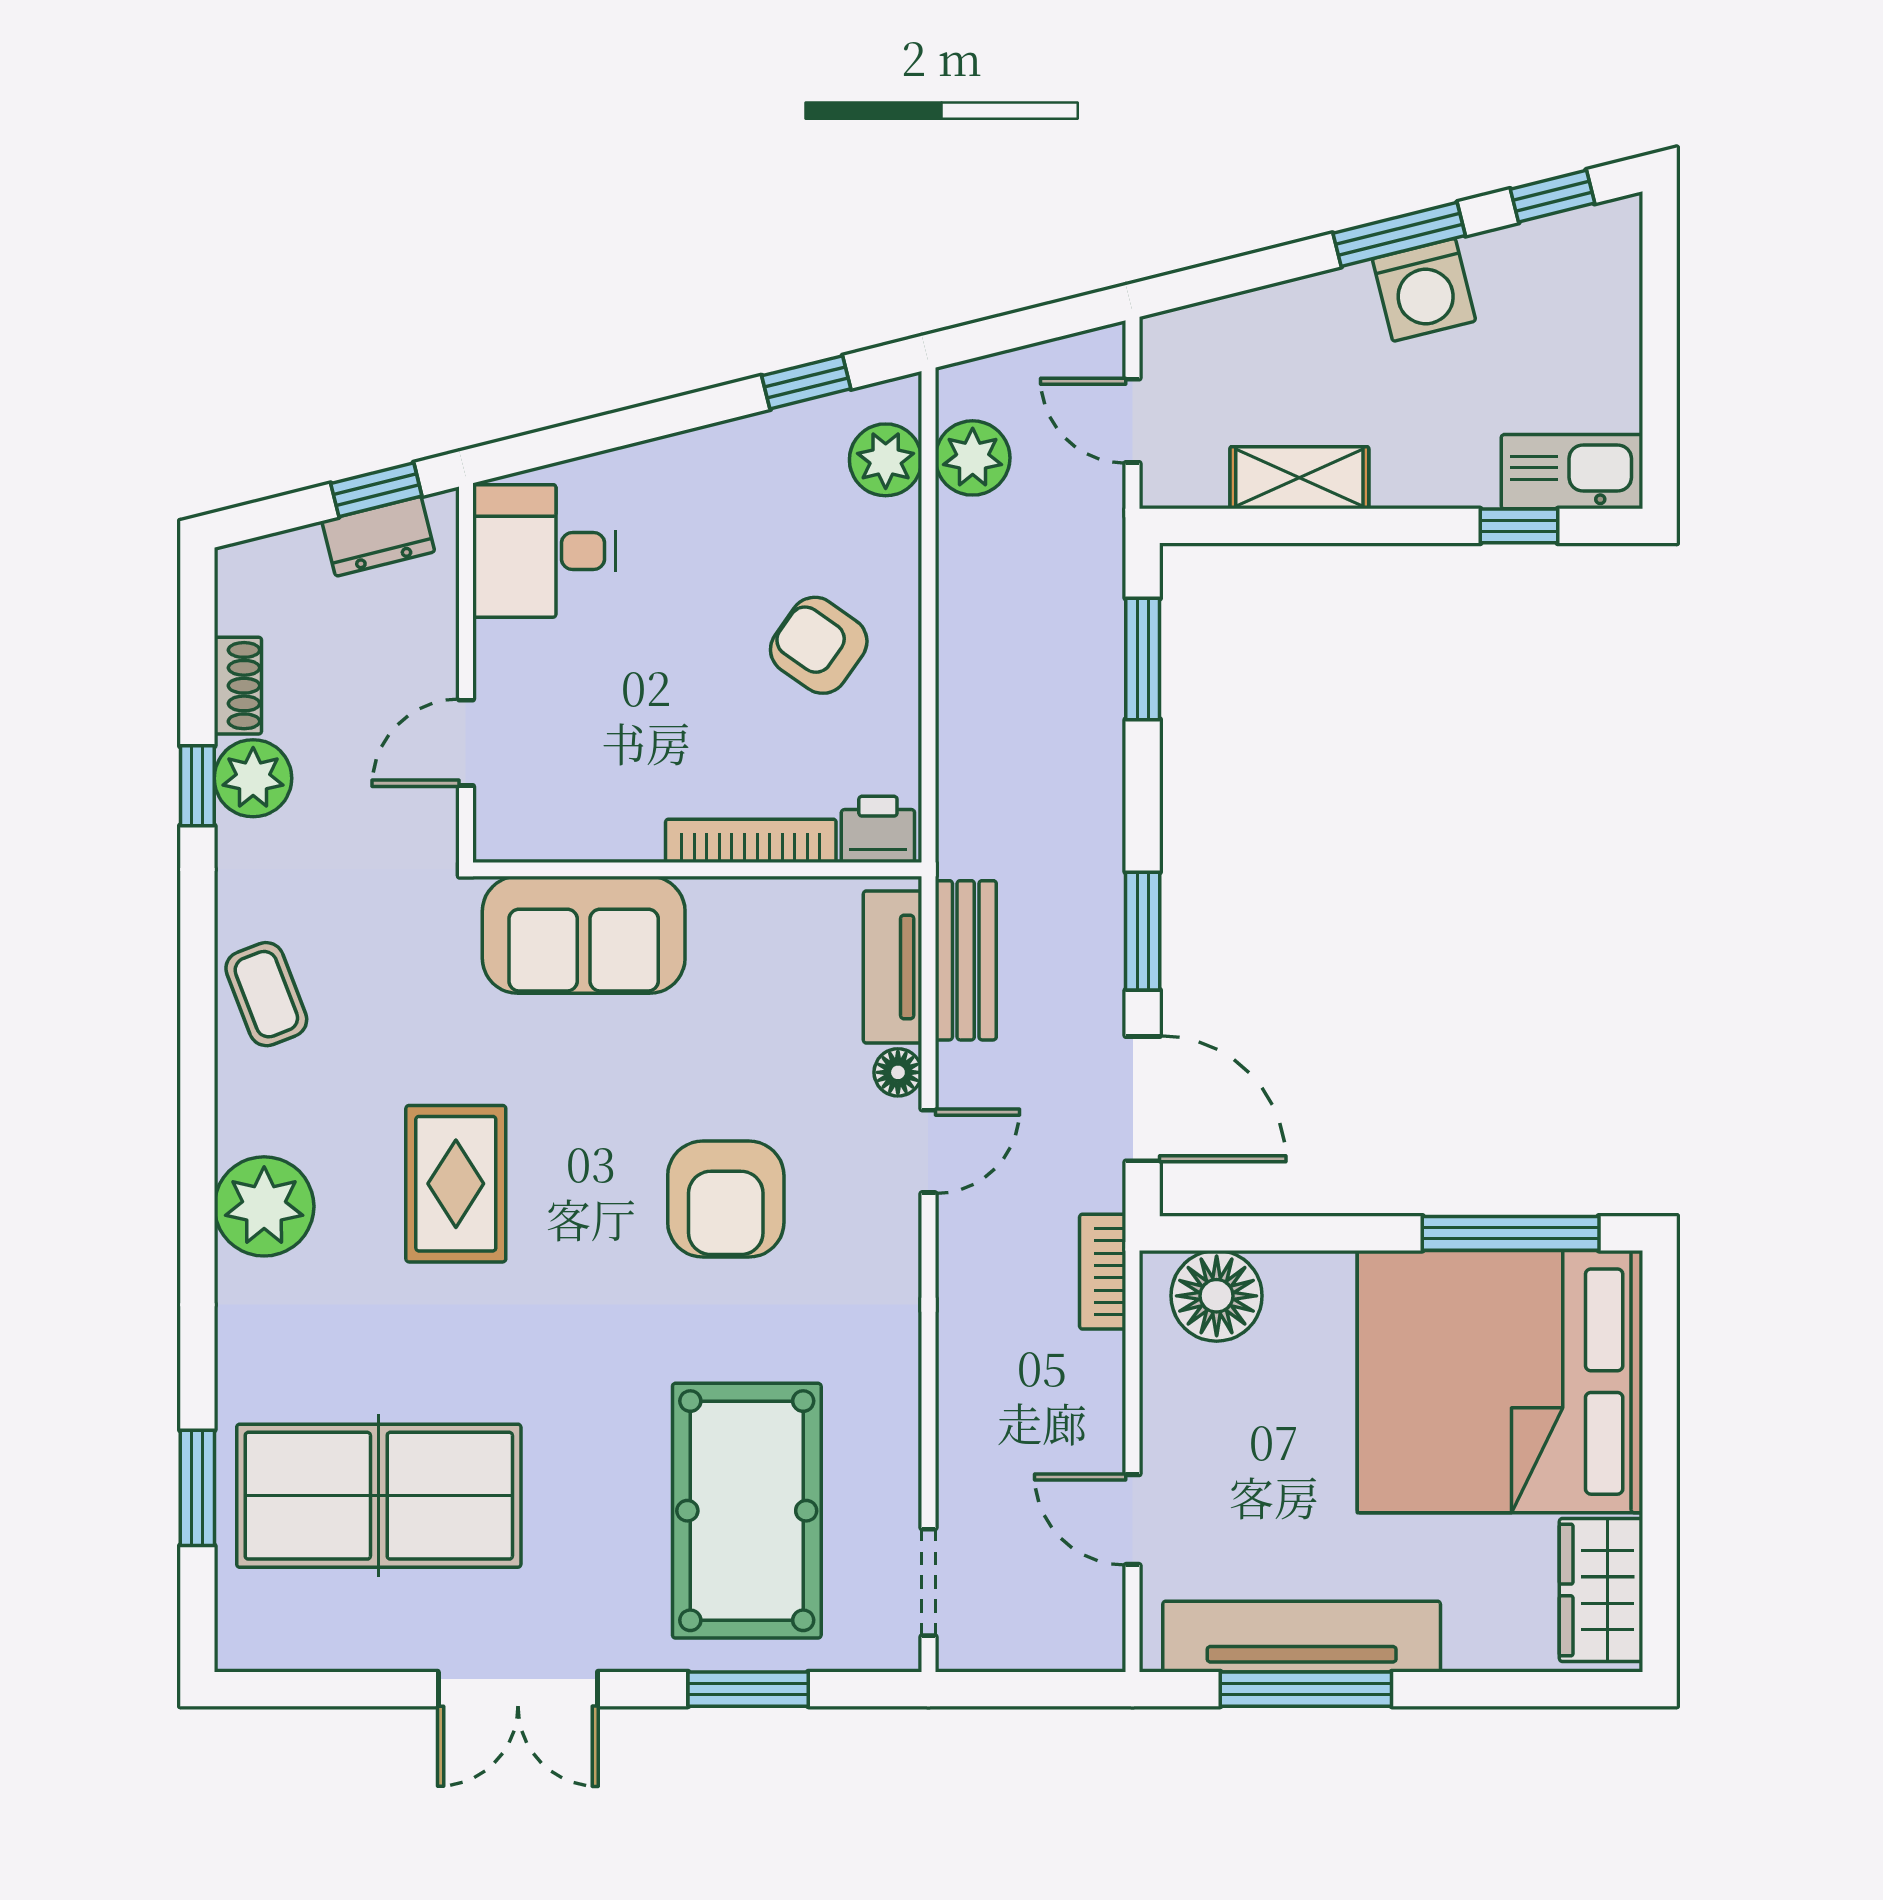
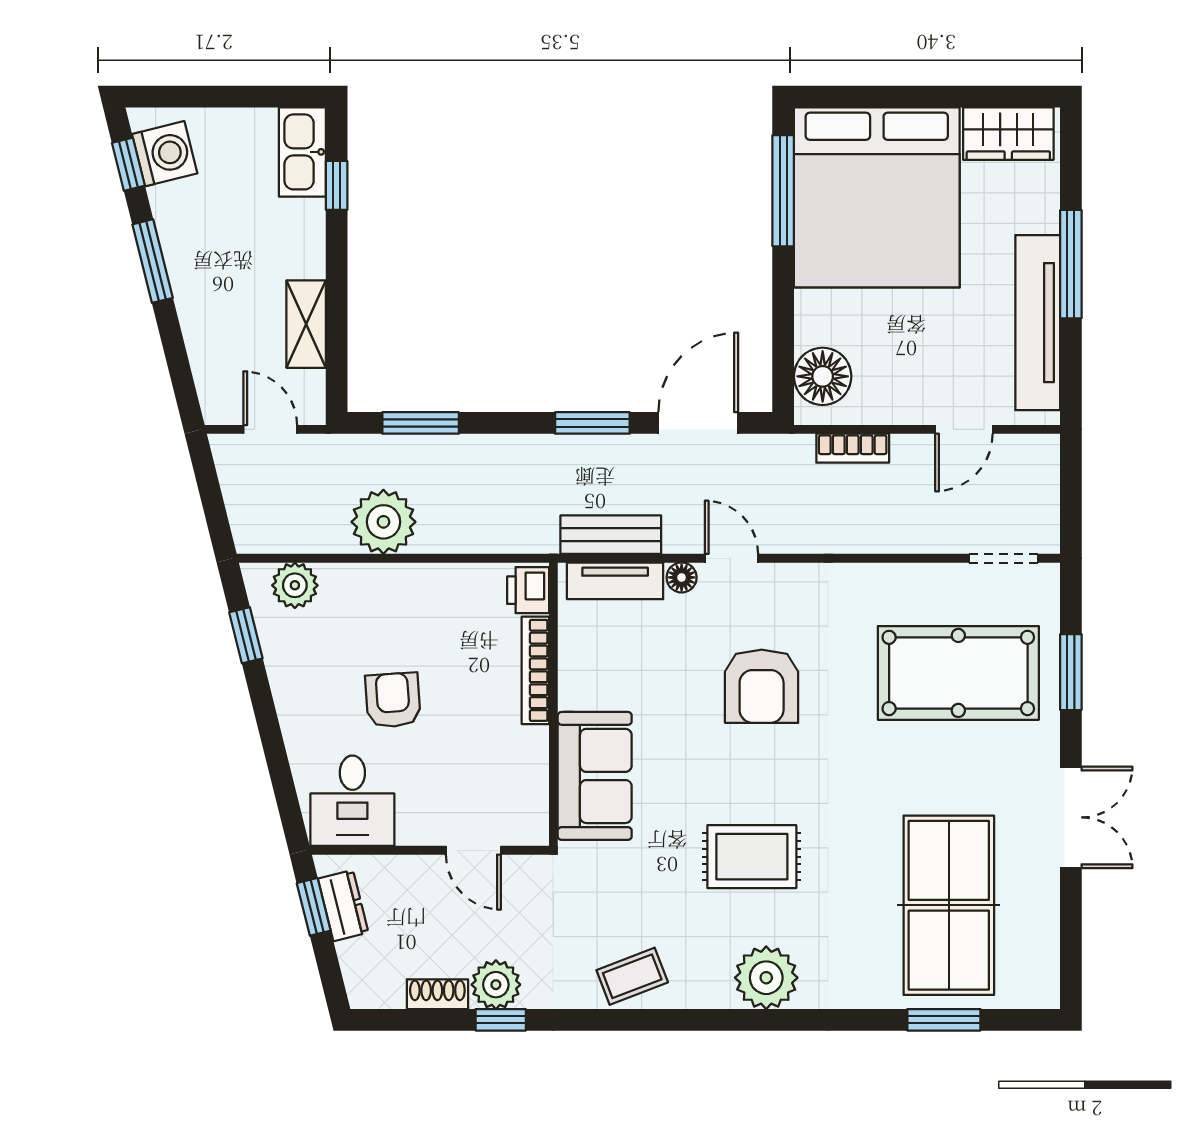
washing machine: (1424, 290) -> (165, 154), moved
door: (1133, 421) -> (270, 429), swing flipped
plant: (973, 458) -> (383, 522), moved, width x1.36, depth x1.36
armchair: (819, 645) -> (393, 700), moved, turned 141
armchair: (726, 1199) -> (762, 686), turned 90
bookcase: (1103, 1272) -> (853, 448), moved
window: (1306, 1689) -> (1071, 264), moved

